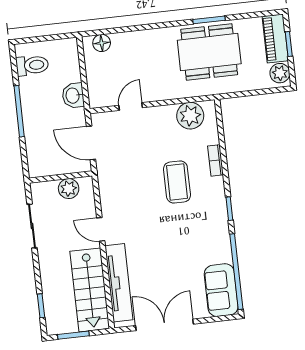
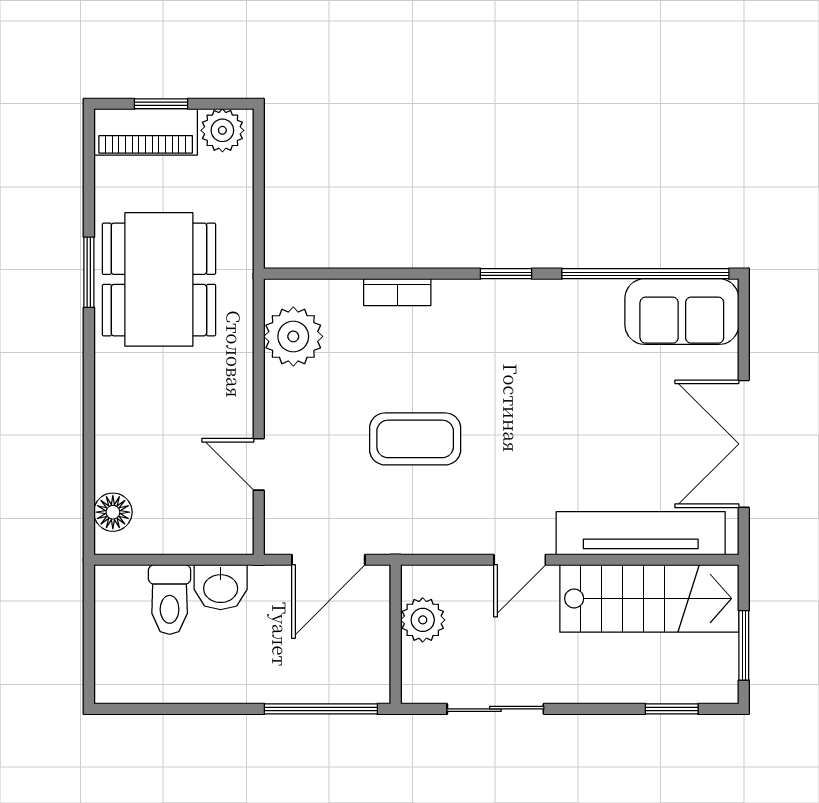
toilet: (32, 65) -> (170, 600), moved, turned 180
window: (19, 111) -> (321, 709), moved
coffee table: (177, 182) -> (415, 439), moved

